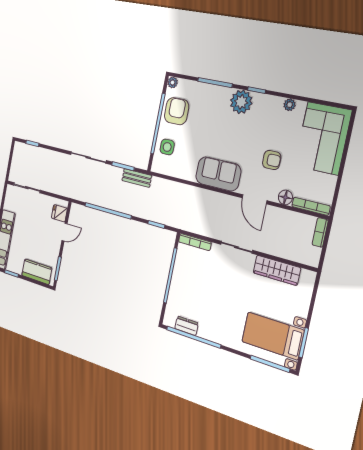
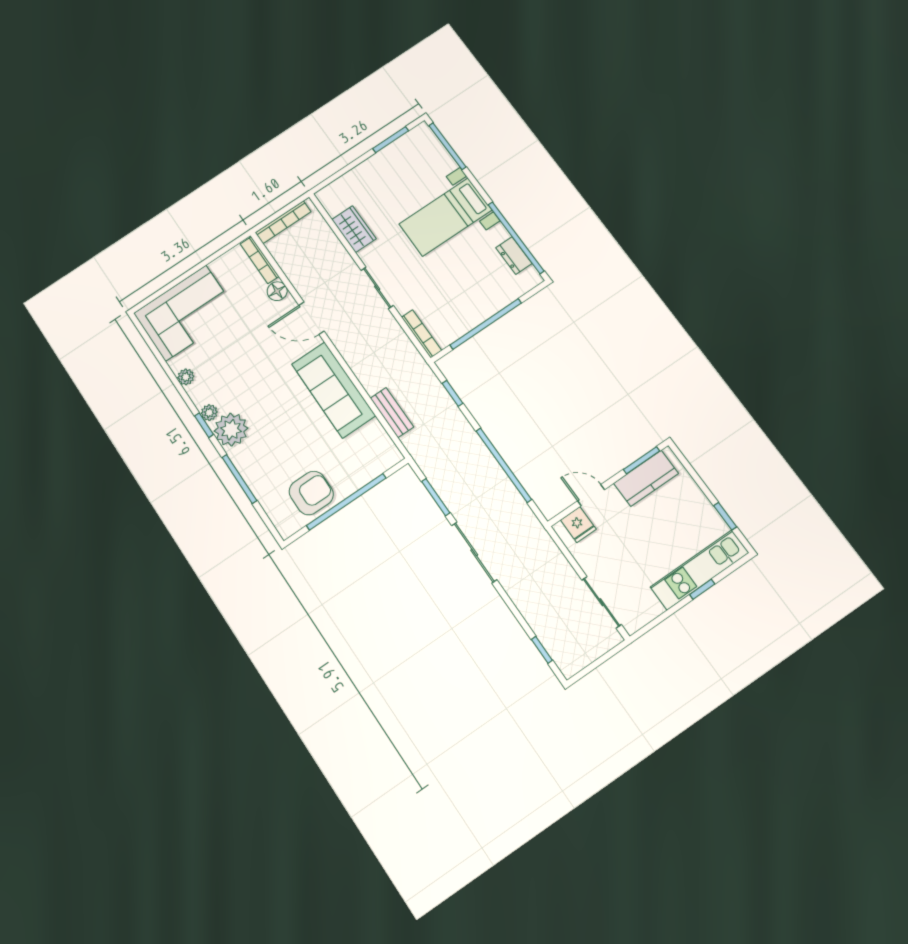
plant: (173, 83) -> (209, 413), moved
armchair: (177, 111) -> (311, 493), turned 180
side table: (167, 147) -> (359, 465), removed
armchair: (272, 160) -> (256, 340), removed
sofa: (218, 174) -> (334, 390), width x1.36
bench: (137, 178) -> (392, 413), moved
door: (254, 199) -> (311, 318), swing flipped
bookcase: (320, 232) -> (283, 222), width x1.56
wardrobe: (277, 270) -> (354, 229), width x0.67
kitchen counter: (37, 272) -> (646, 478), moved, turned -90
bed with nightstands: (273, 336) -> (445, 217), moved, turned 90

